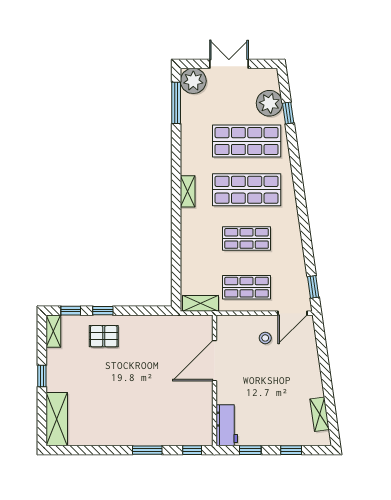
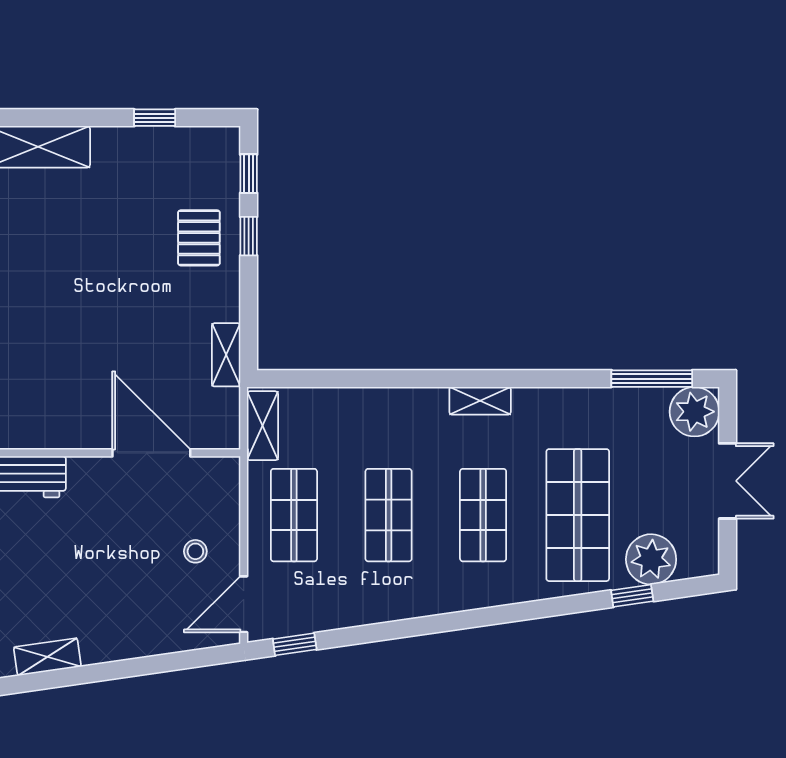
shop shelf: (247, 190) -> (483, 515), width x0.70, depth x0.74
door: (292, 313) -> (244, 604), hinge flipped
shelving: (53, 331) -> (226, 355), moved, turned 90
window: (42, 376) -> (155, 118), moved

